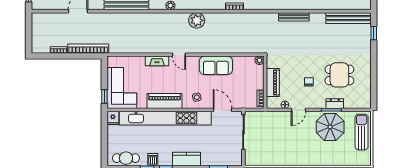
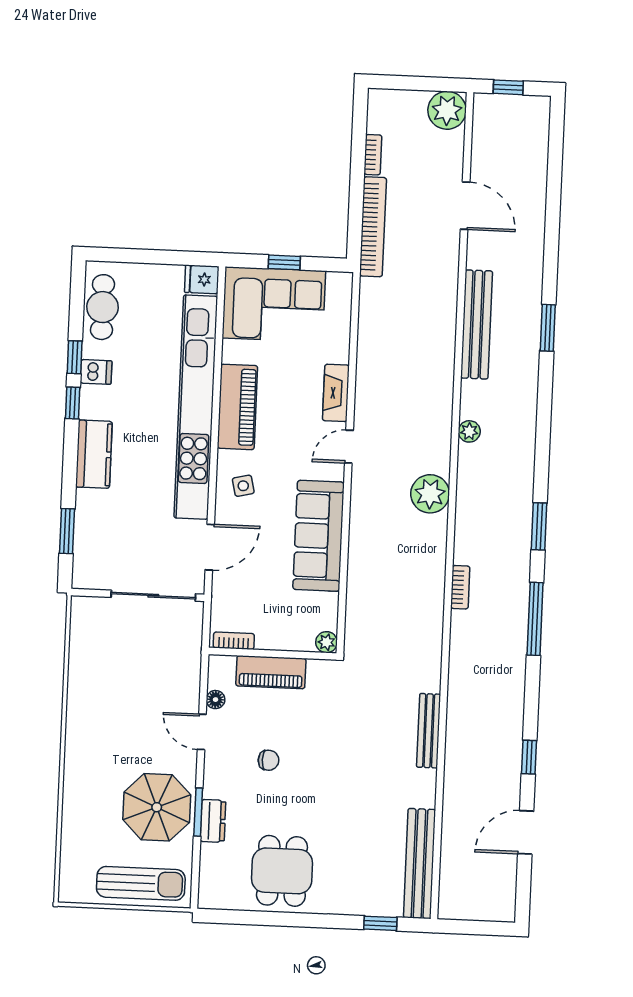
plant: (39, 20) -> (447, 110), added
sofa: (216, 65) -> (319, 536), width x1.36
dining table: (339, 75) -> (282, 871), moved
window: (104, 96) -> (284, 262), moved

